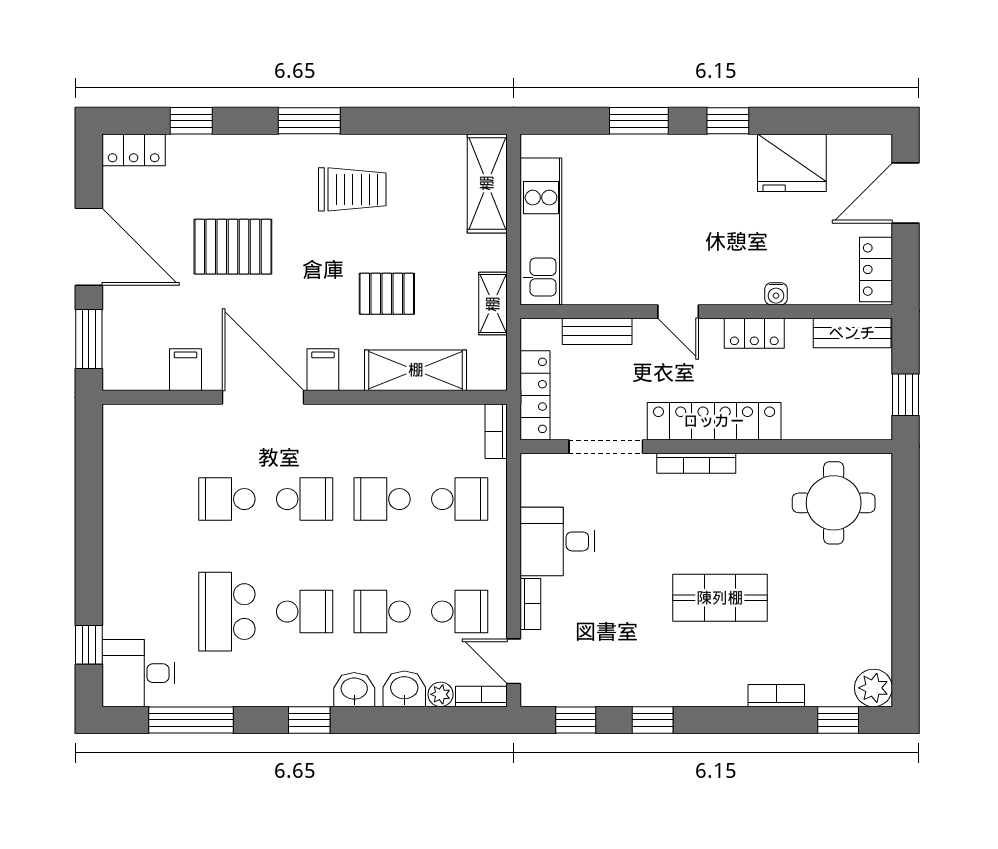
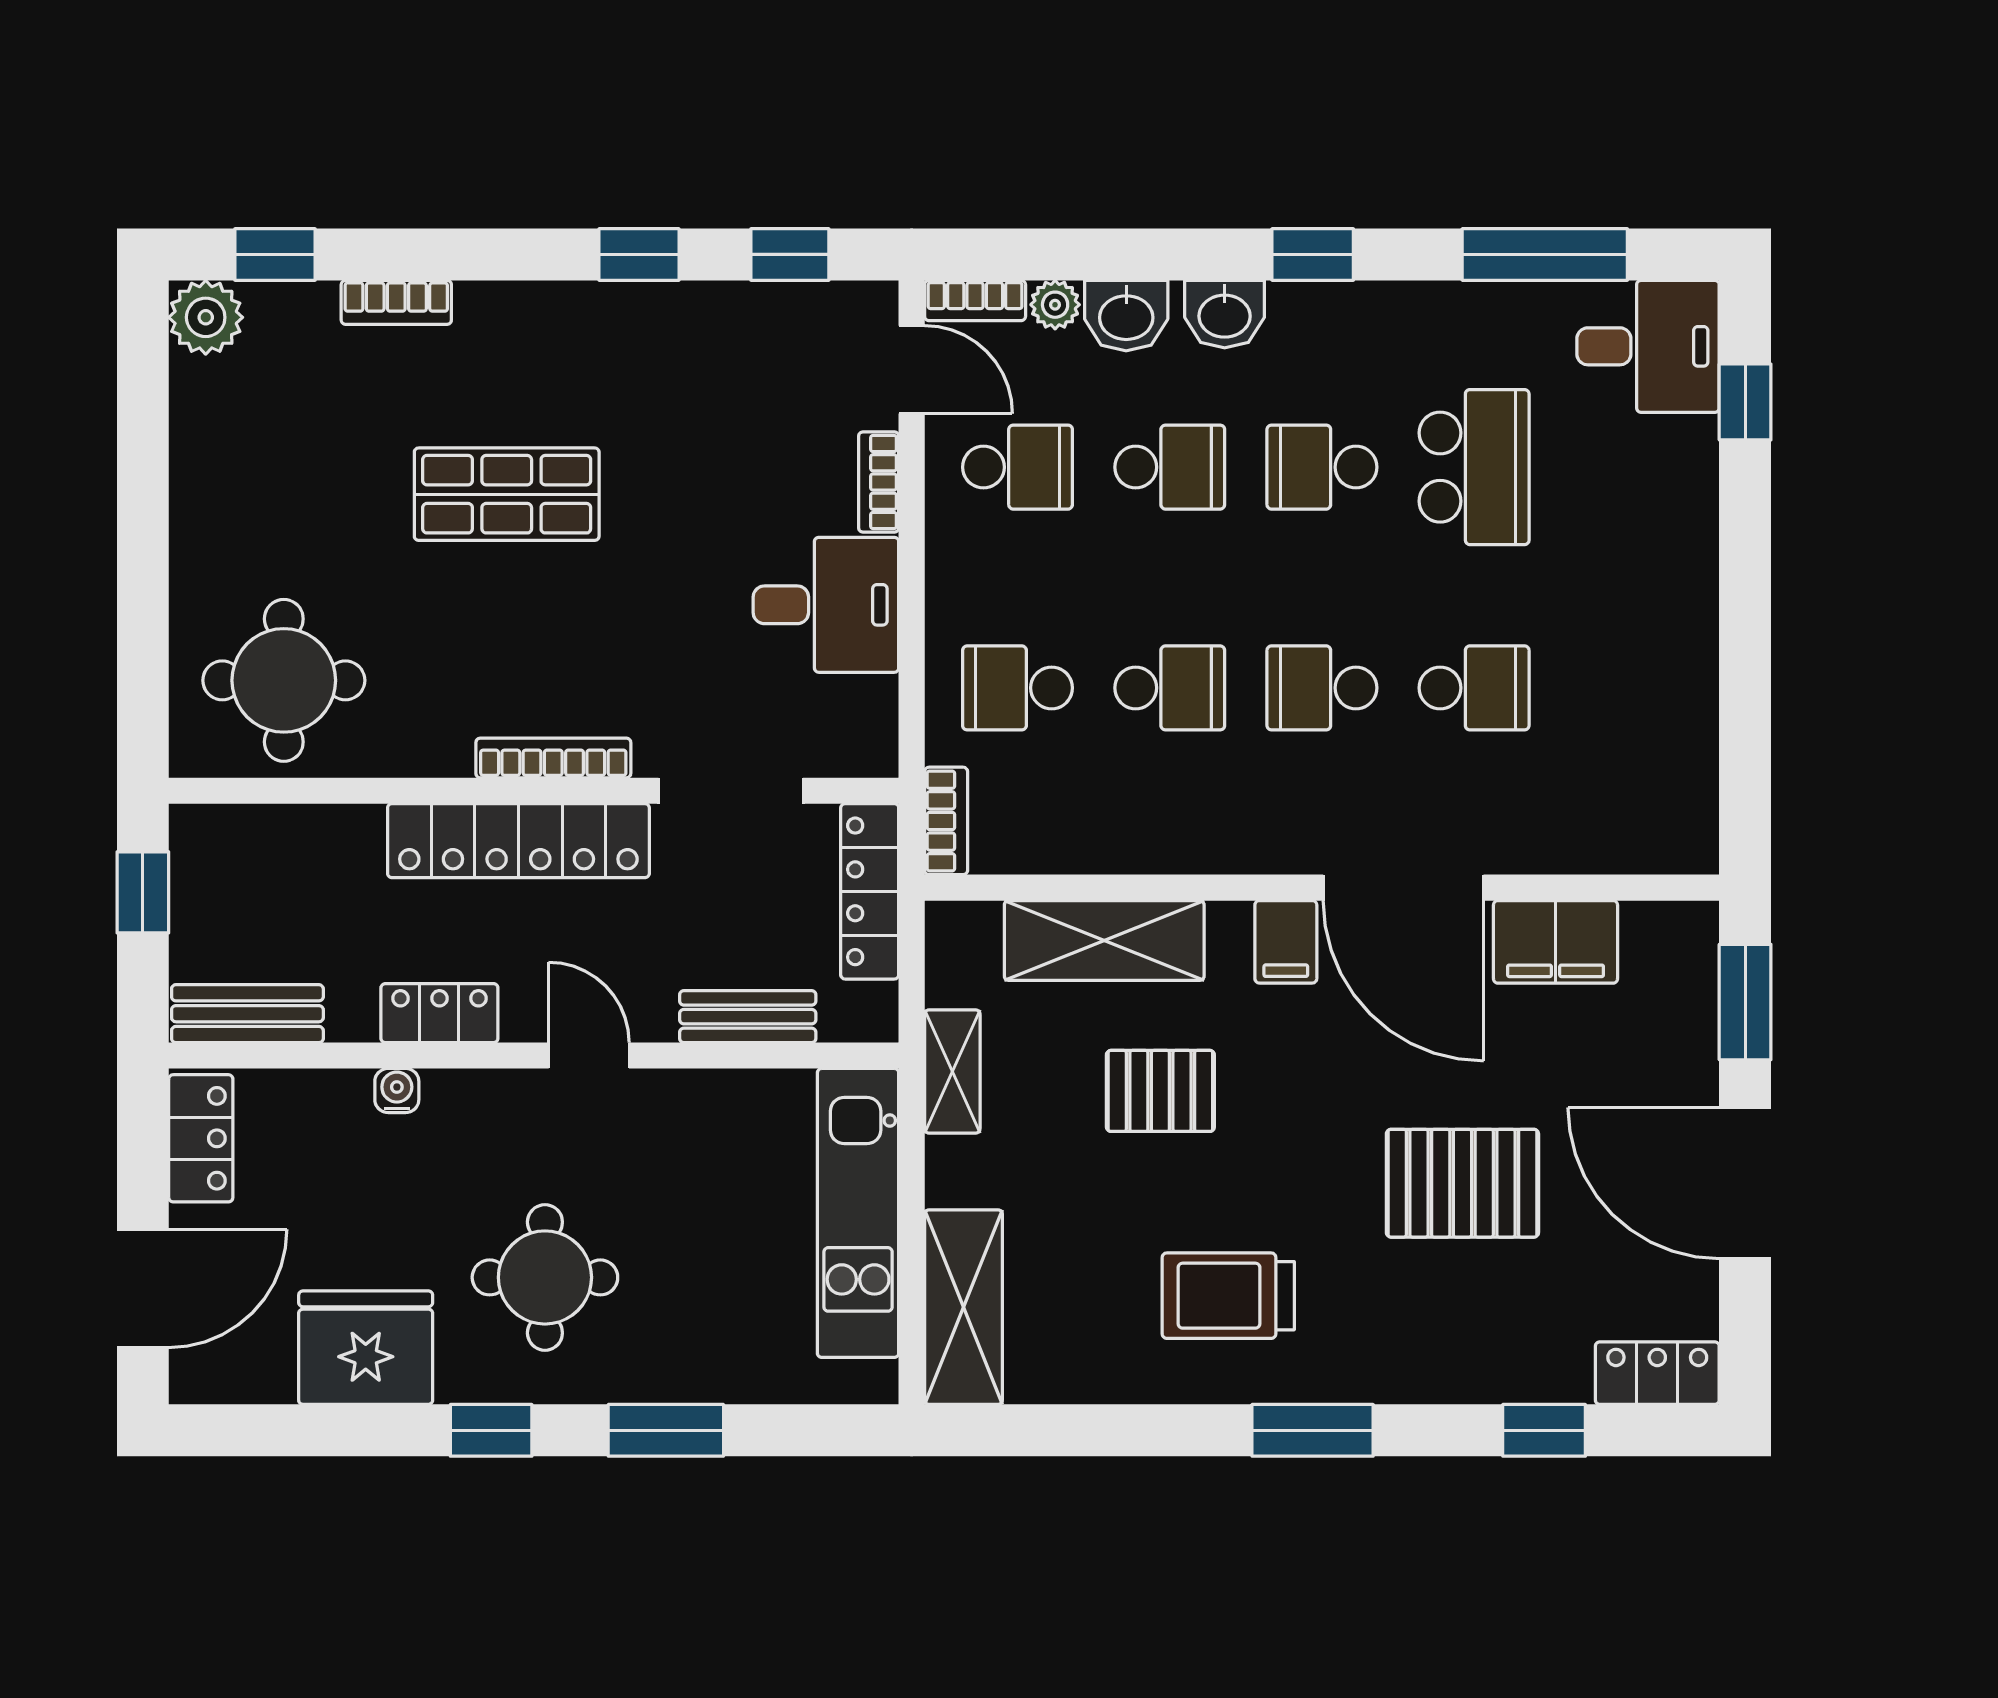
round table: (701, 199) -> (545, 1277), added
filing cabinet: (185, 370) -> (1556, 942), width x2.00
school desk: (460, 612) -> (1018, 467), turned 180

